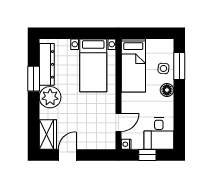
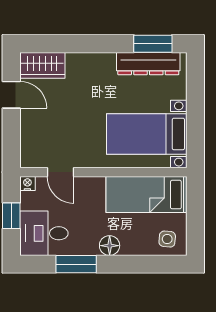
window: (179, 66) -> (76, 264), moved
side table: (163, 68) -> (167, 239), moved
window: (34, 79) -> (153, 44), moved
plant: (50, 97) -> (99, 69), removed

